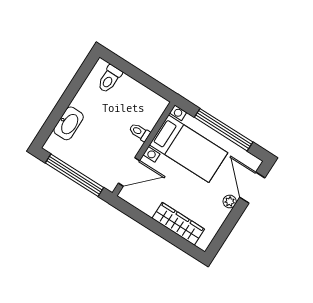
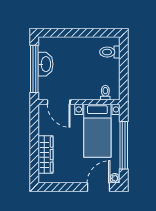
washbasin: (69, 123) -> (45, 64), moved, turned -90
toilet: (139, 132) -> (105, 93), moved
plant: (230, 201) -> (115, 178), moved

